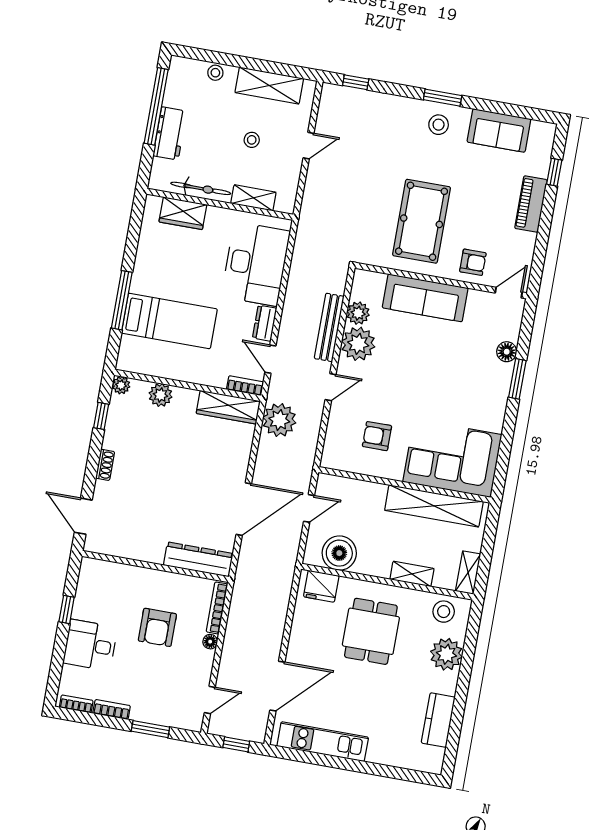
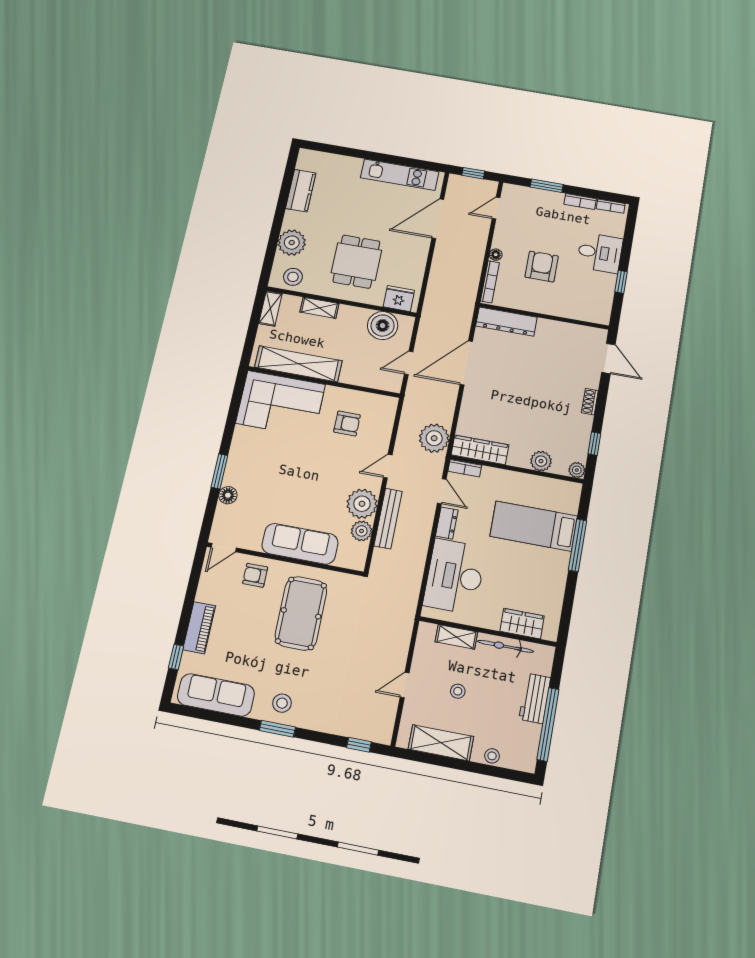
sofa: (499, 130) -> (216, 695), width x1.36

